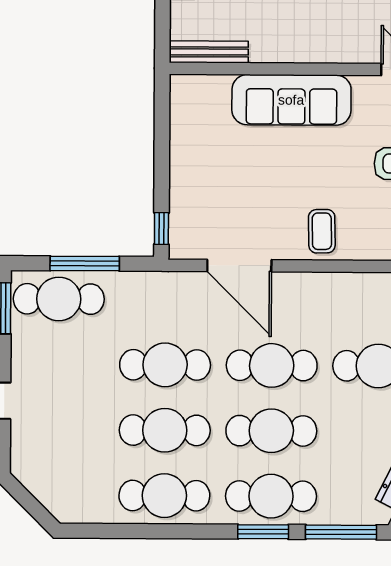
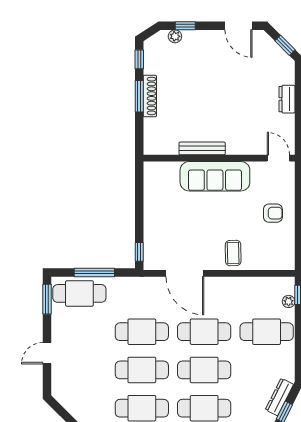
bench: (209, 52) -> (202, 148), moved

